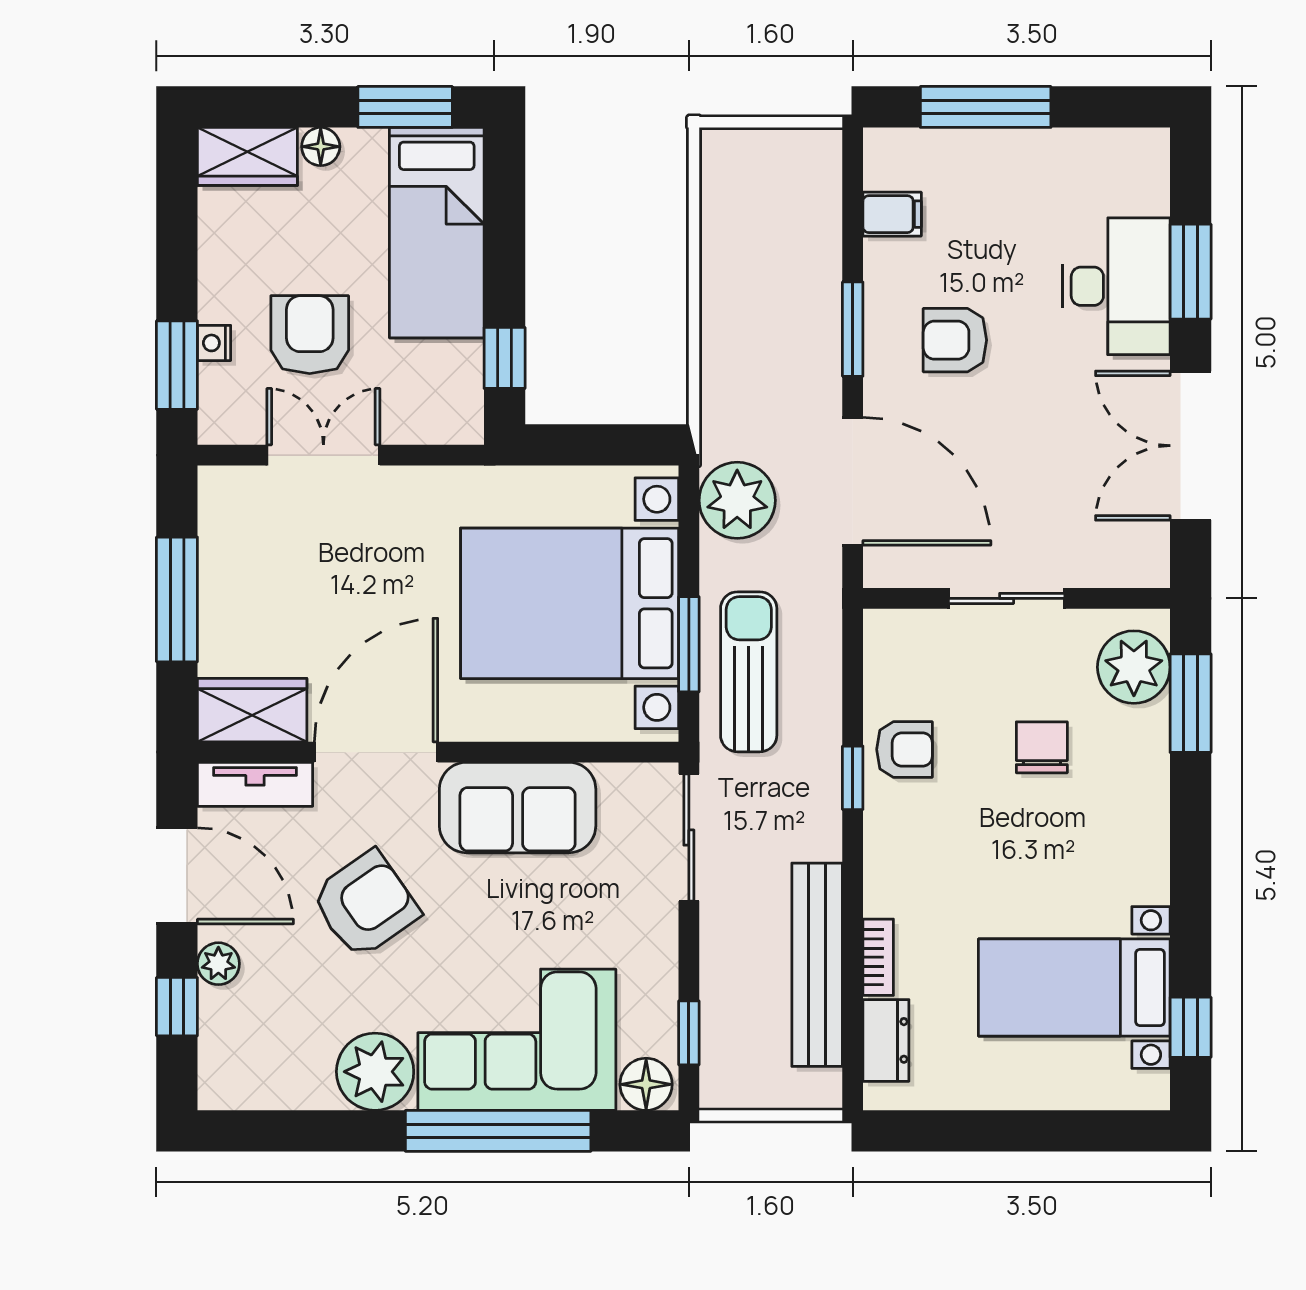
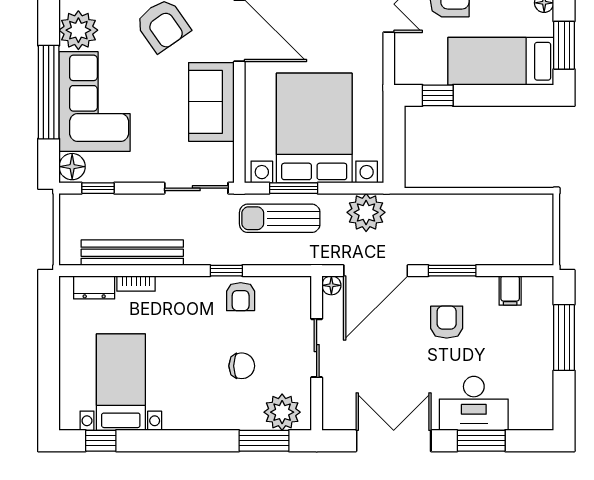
floor lamp: (882, 569) -> (331, 285), added
sun lounger: (749, 672) -> (280, 218), turned 180

